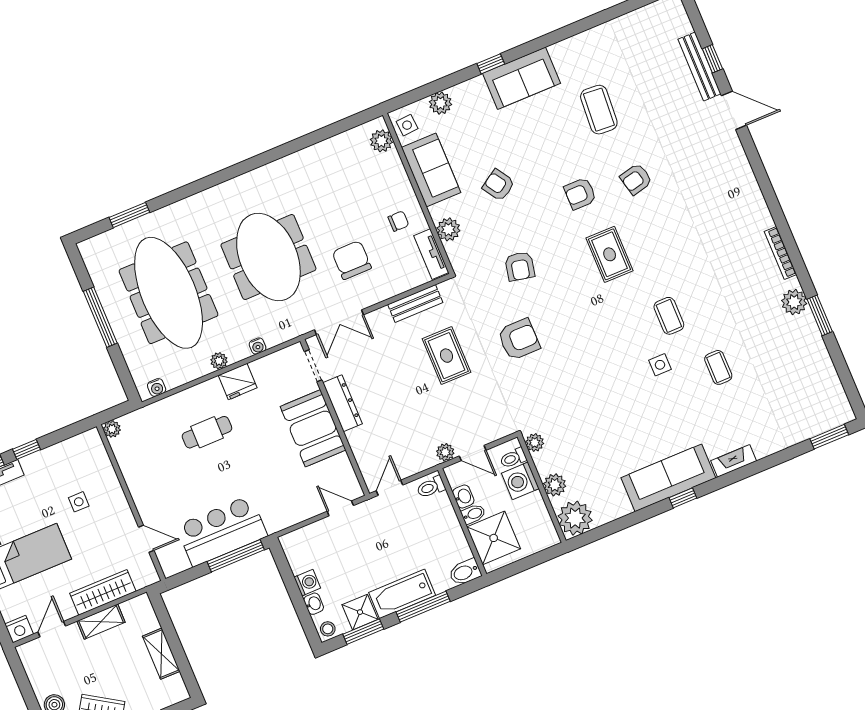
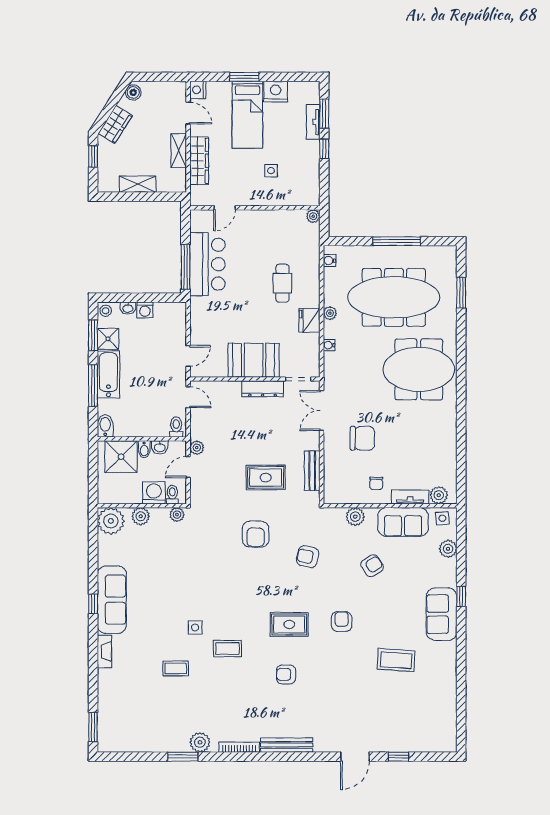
bench: (699, 67) -> (287, 745), moved
armchair: (636, 179) -> (286, 674), moved, turned -77
tv unit: (431, 254) -> (410, 497), moved
meeting table: (268, 257) -> (419, 369), moved

